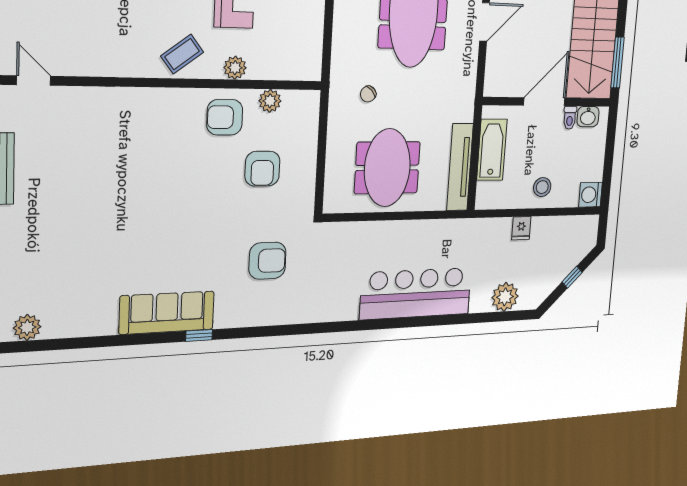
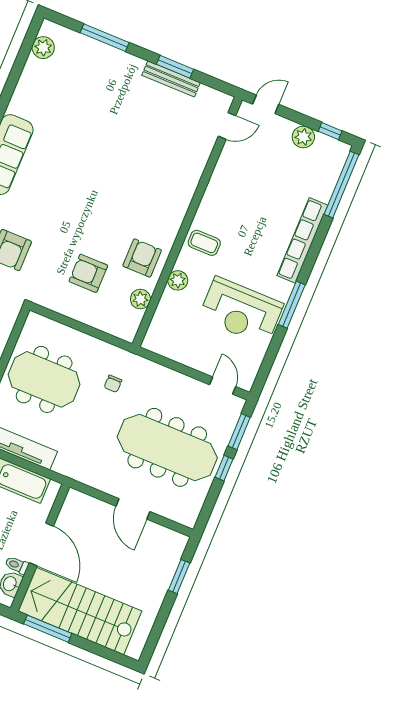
coffee table: (182, 54) -> (204, 243), turned -53
chair: (368, 94) -> (113, 384), turned -136

